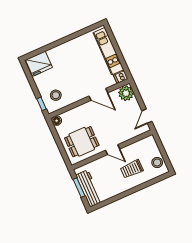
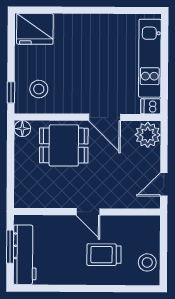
dining table: (82, 142) -> (64, 145), moved

